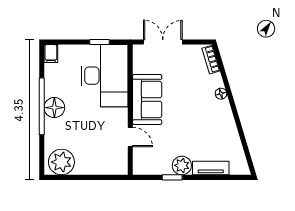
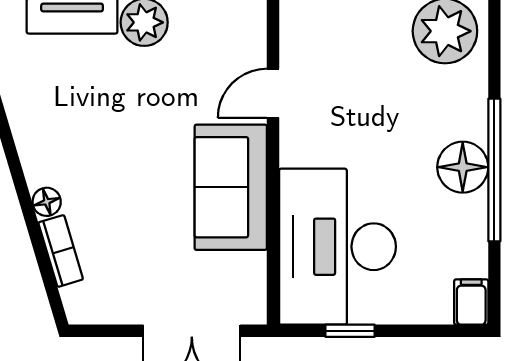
bookcase: (211, 60) -> (61, 251), moved
door: (130, 137) -> (273, 93), hinge flipped

